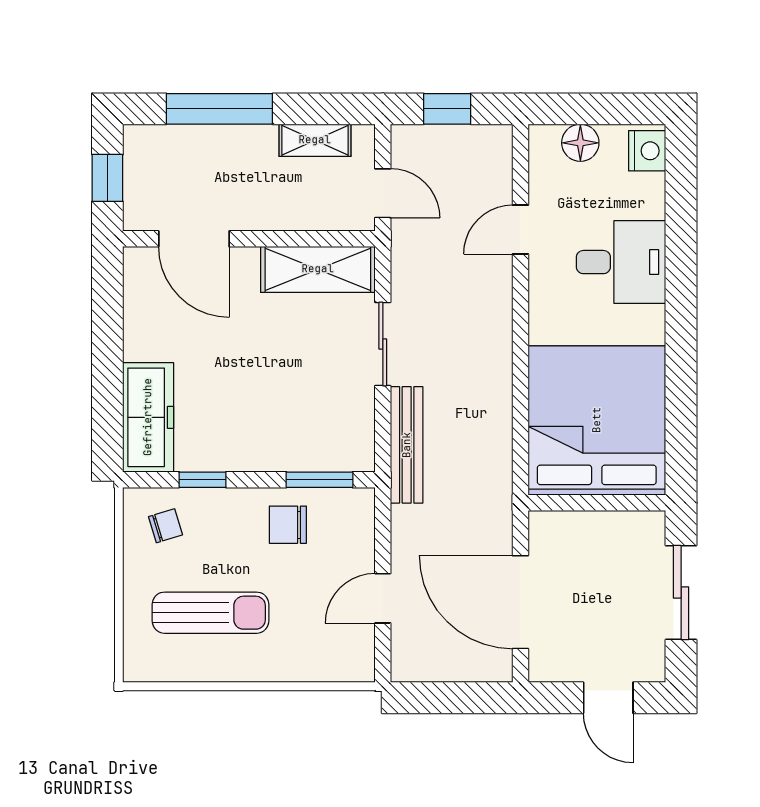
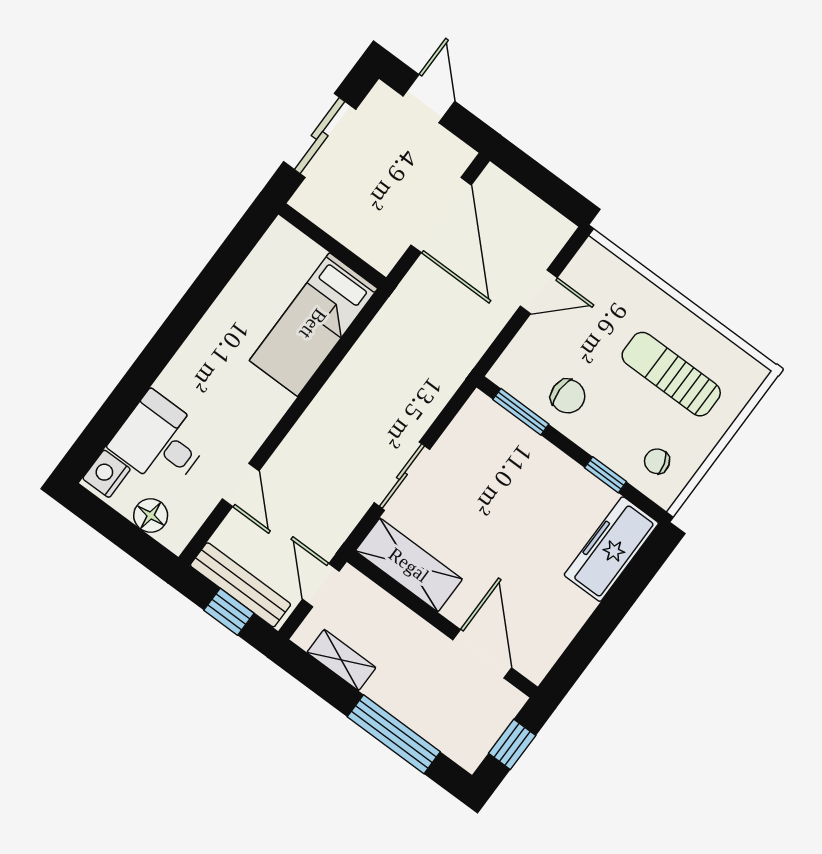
door: (520, 229) -> (241, 485), hinge flipped
desk: (621, 262) -> (160, 441), moved
bed: (597, 420) -> (313, 324), width x0.49
bench: (407, 445) -> (240, 585), moved, turned 90

